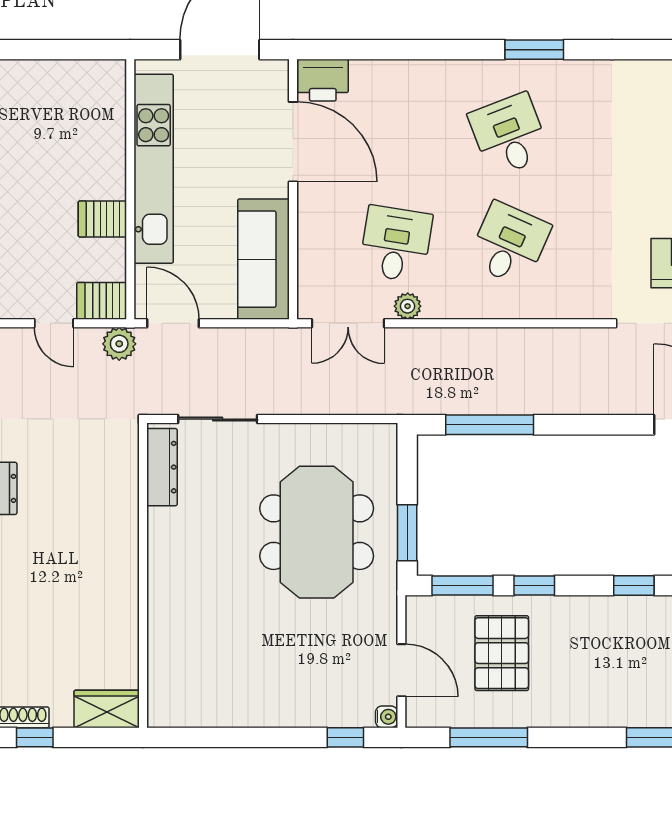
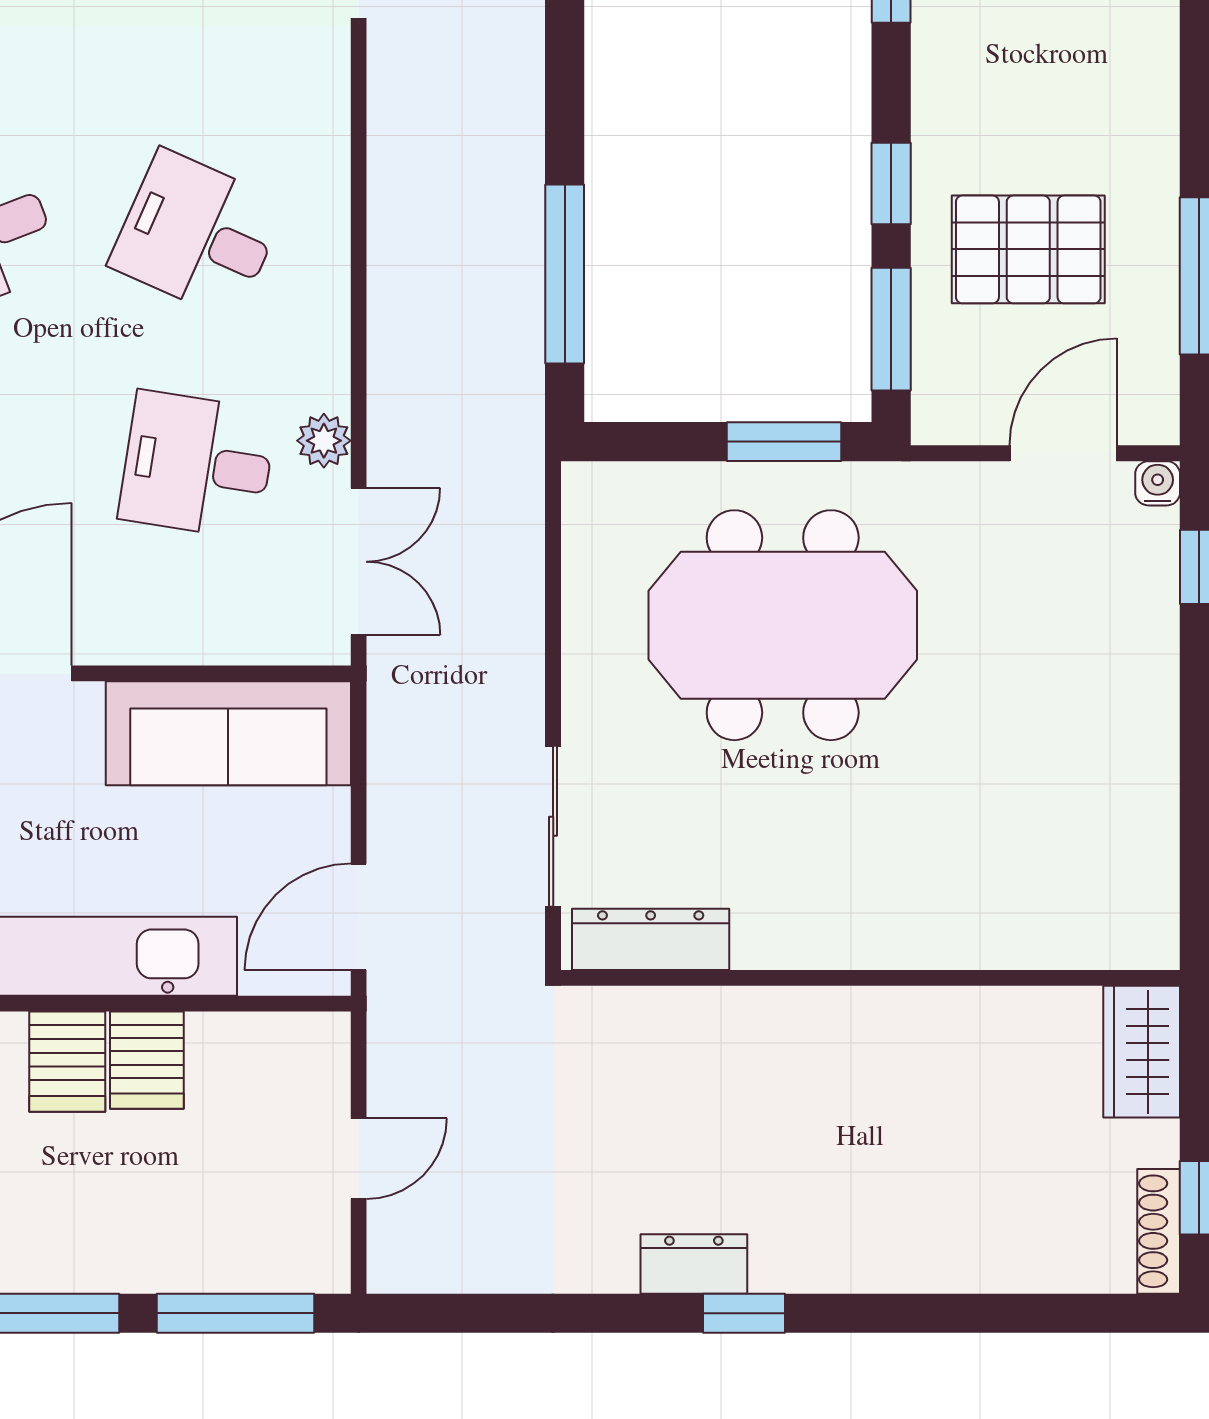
server rack: (102, 301) -> (67, 1062), moved
plant: (119, 344) -> (400, 1026), removed

